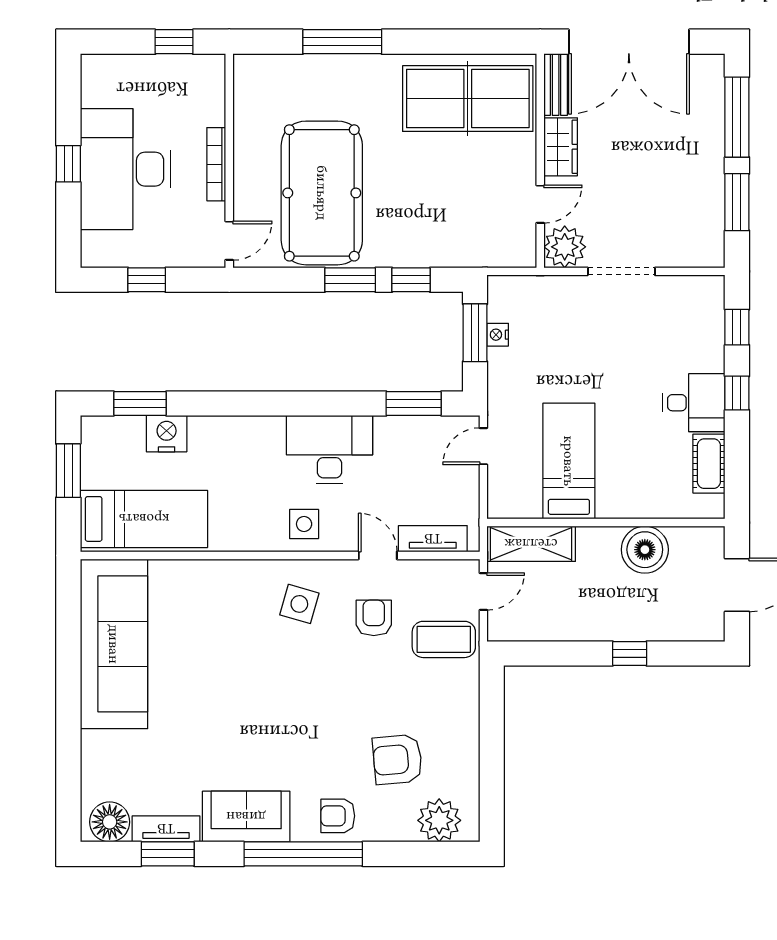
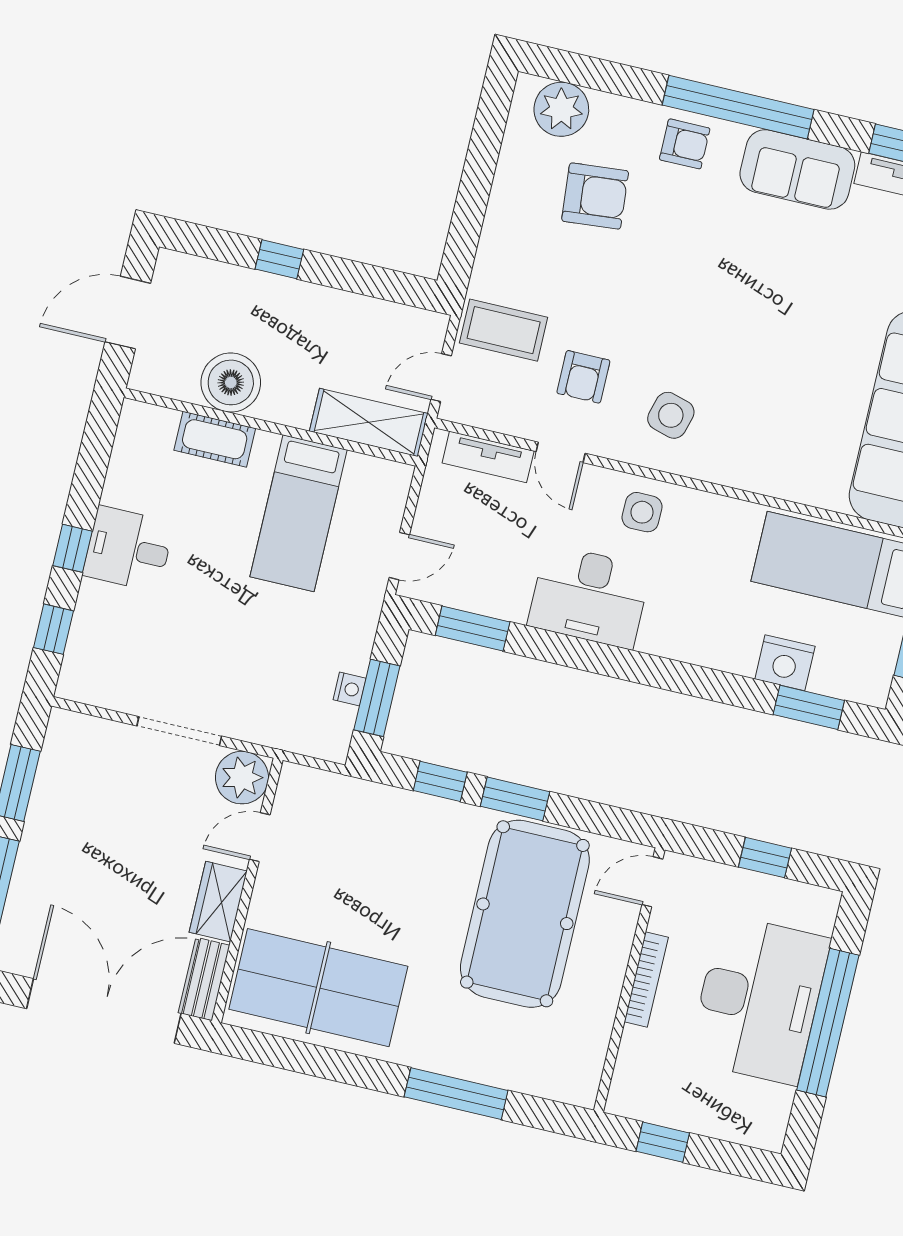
window: (68, 164) -> (828, 1023), width x3.17
cot: (709, 464) -> (215, 439), moved, turned 90

